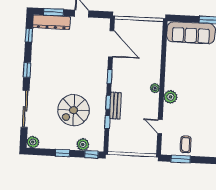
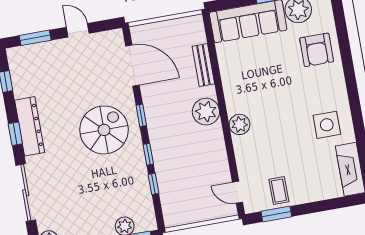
dresser: (51, 22) -> (30, 126), moved, turned -90
plant: (155, 88) -> (206, 112), width x1.88, depth x1.88
bench: (115, 106) -> (203, 65), moved
spiral stairs: (74, 110) -> (104, 130), moved, turned 180
door: (160, 127) -> (238, 192), moved

